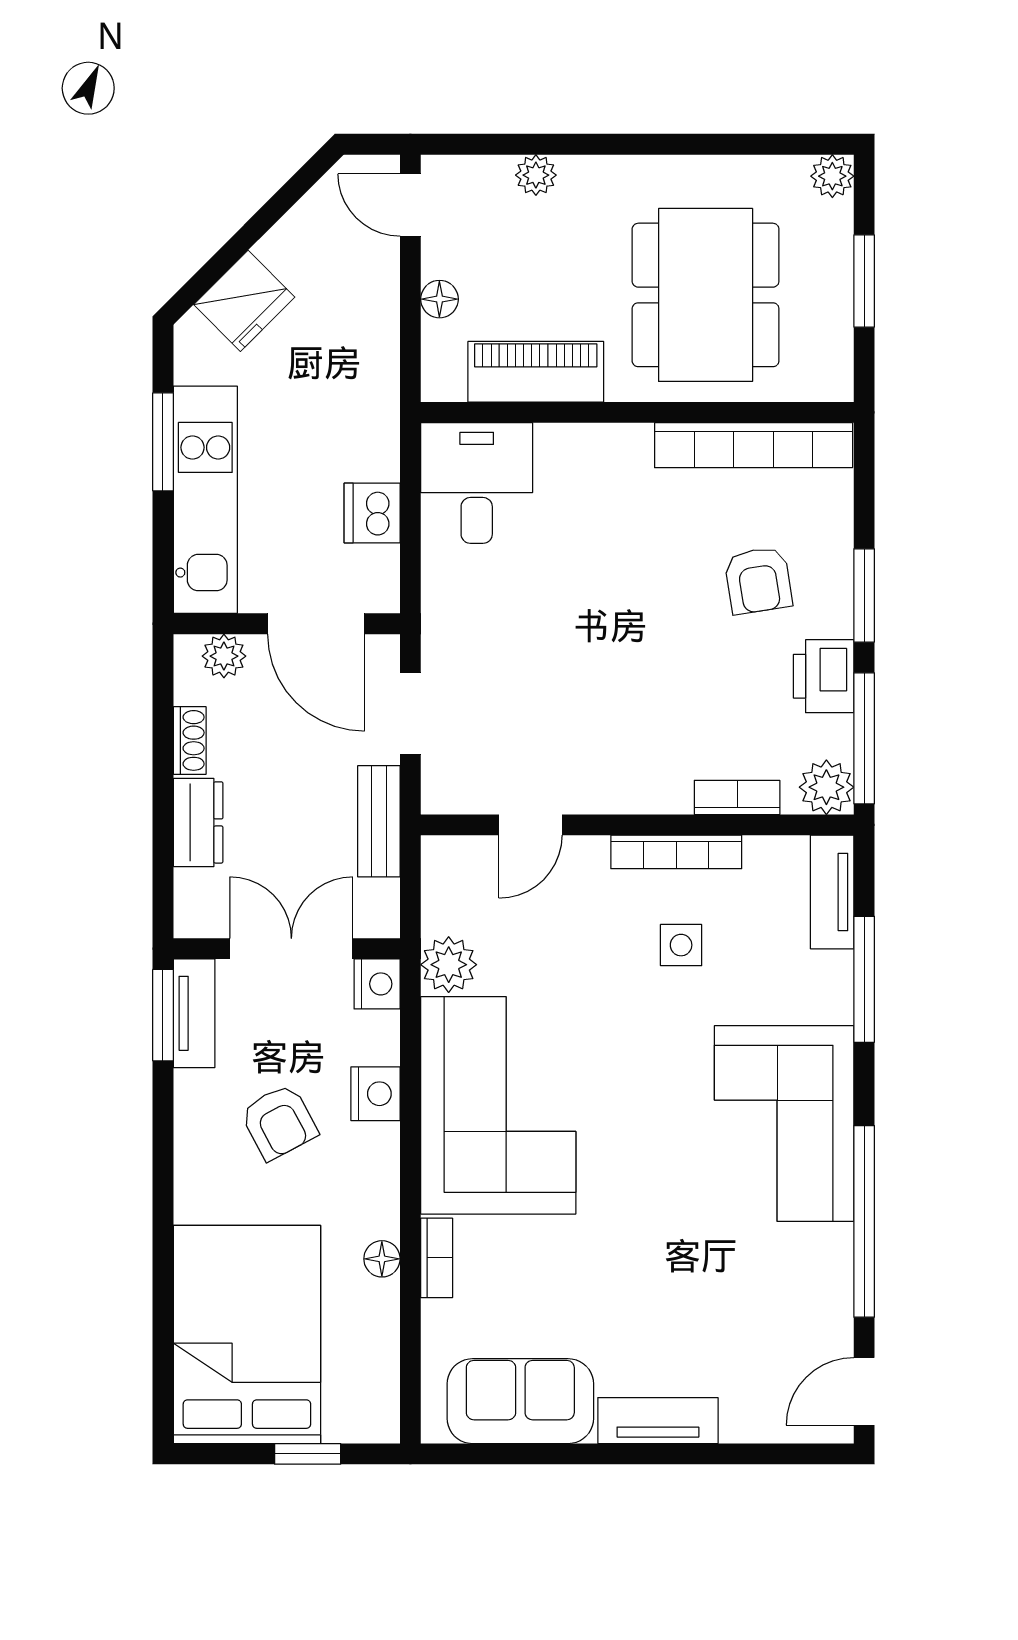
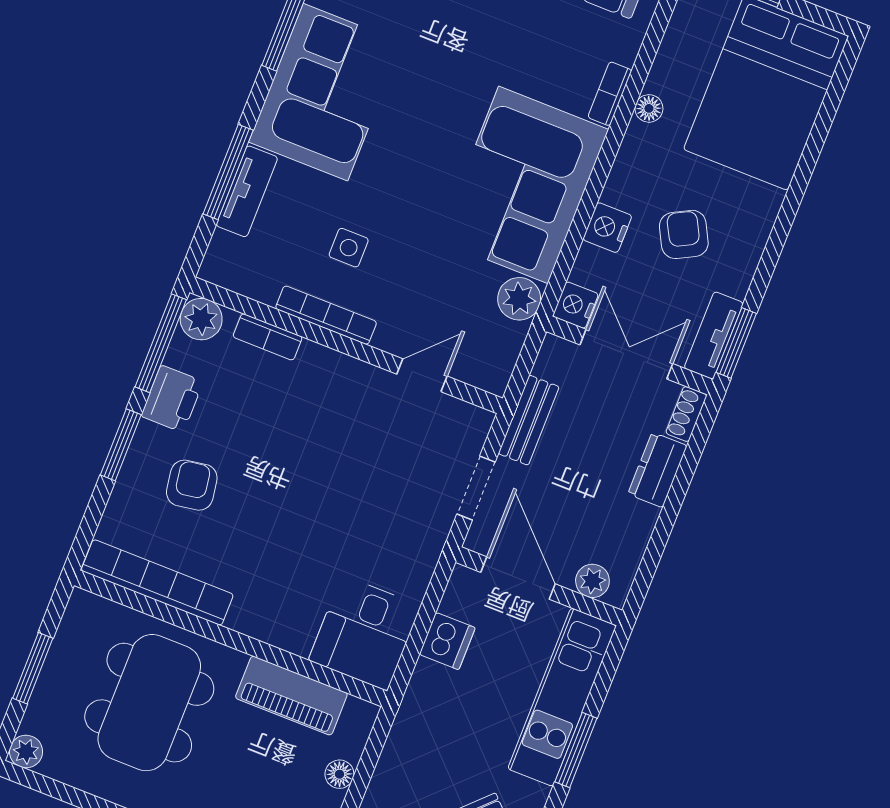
shoe rack: (190, 740) -> (686, 414), moved
tv unit: (832, 892) -> (247, 191), moved
double door: (291, 949) -> (626, 354), swing flipped

